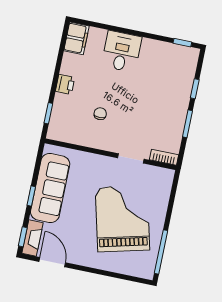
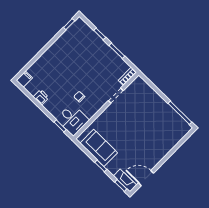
filing cabinet: (76, 38) -> (24, 79), width x0.50
desk: (122, 51) -> (73, 120), moved, turned 180
printer: (65, 84) -> (41, 97), moved
sofa: (50, 188) -> (99, 148), width x0.73
grand piano: (122, 219) -> (147, 122), removed

